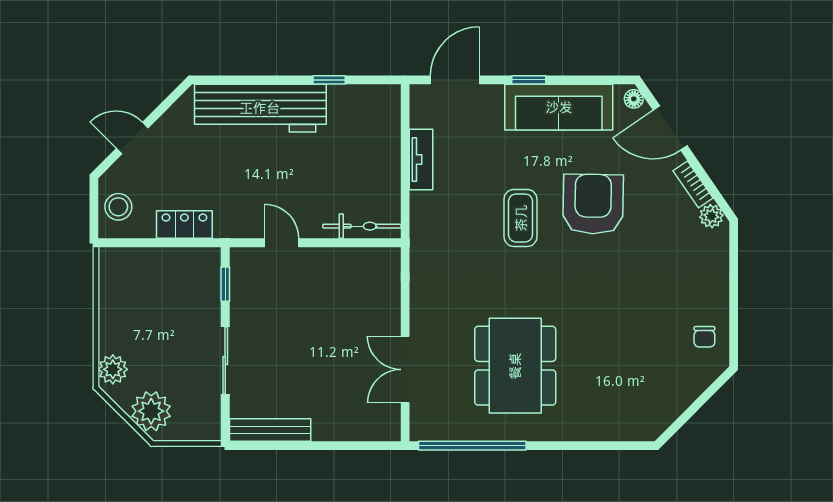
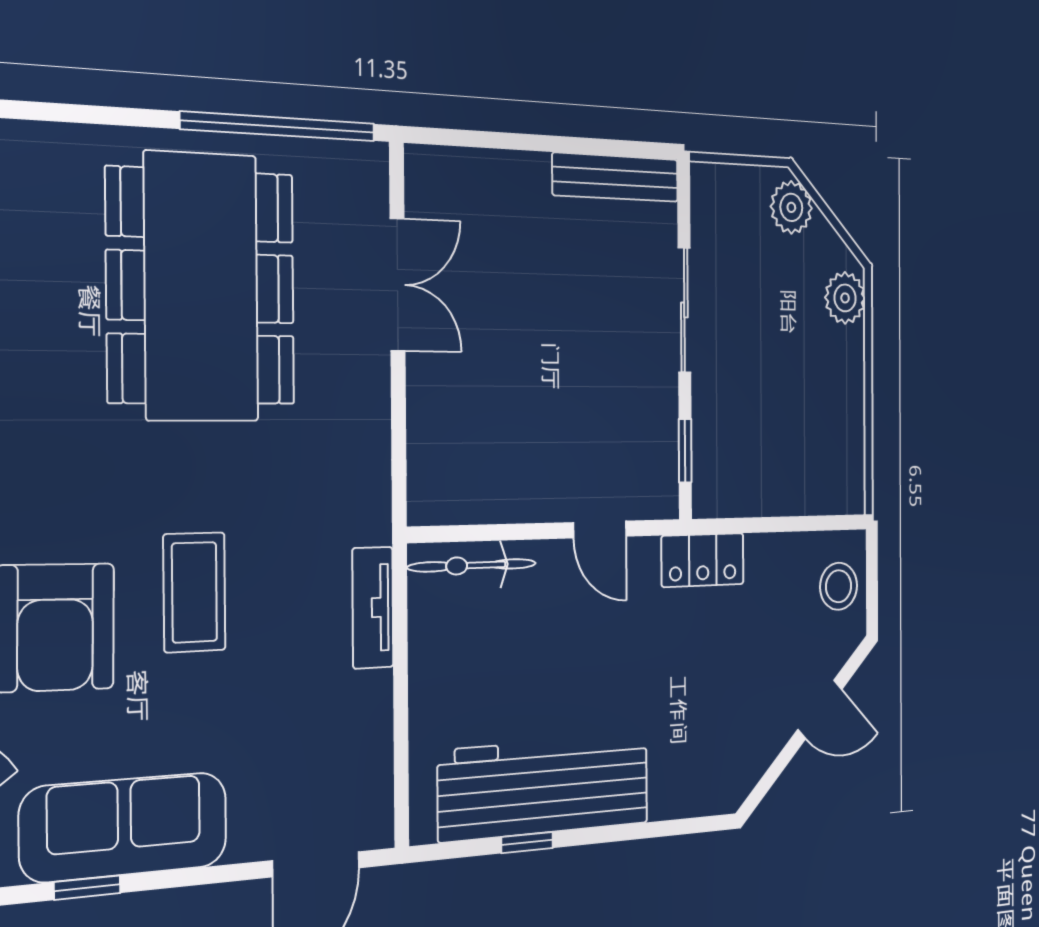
window: (529, 80) -> (87, 888), moved
workbench: (260, 108) -> (545, 787), moved
tv unit: (421, 160) -> (373, 608), moved
locker: (184, 224) -> (703, 560), moved
dining table: (515, 366) -> (201, 287), width x1.36, depth x1.24
plant: (151, 411) -> (791, 207), width x0.73, depth x0.73

